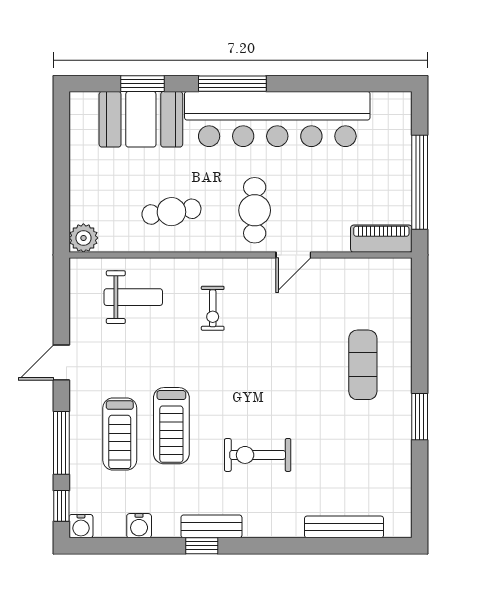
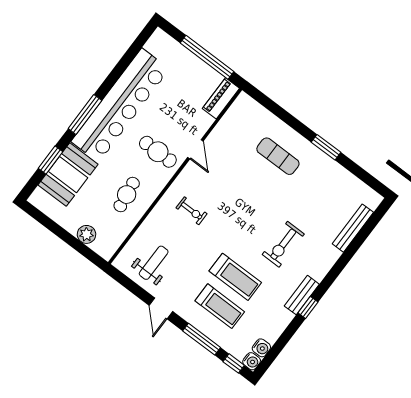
plant: (83, 238) -> (87, 234), moved
weight bench: (133, 297) -> (154, 263), moved
water cooler: (139, 526) -> (261, 348), moved

